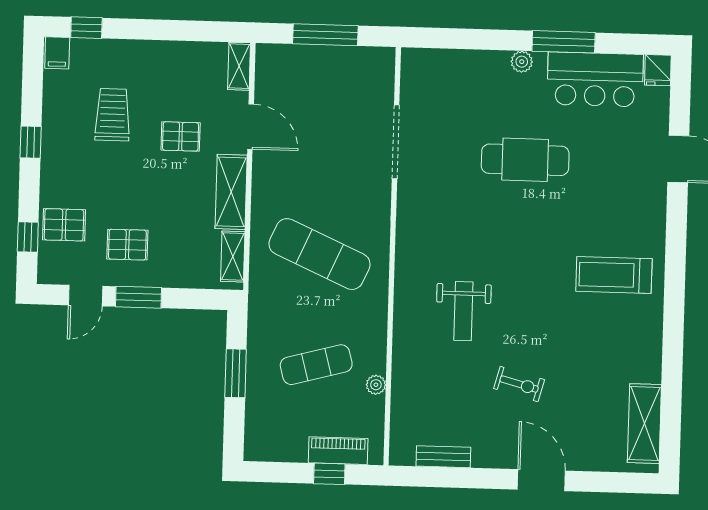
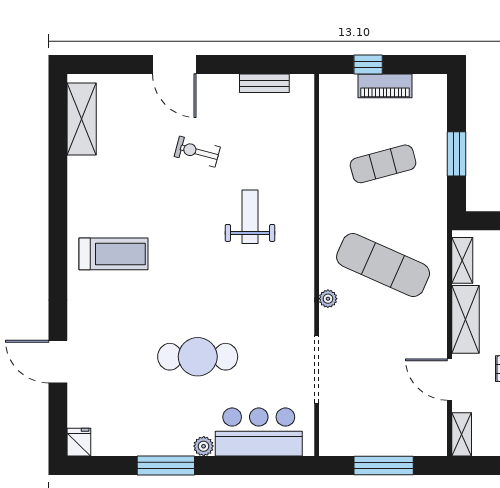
bar counter: (595, 79) -> (259, 432), moved
plant: (376, 385) -> (328, 299), moved
piano: (338, 451) -> (385, 86), moved

